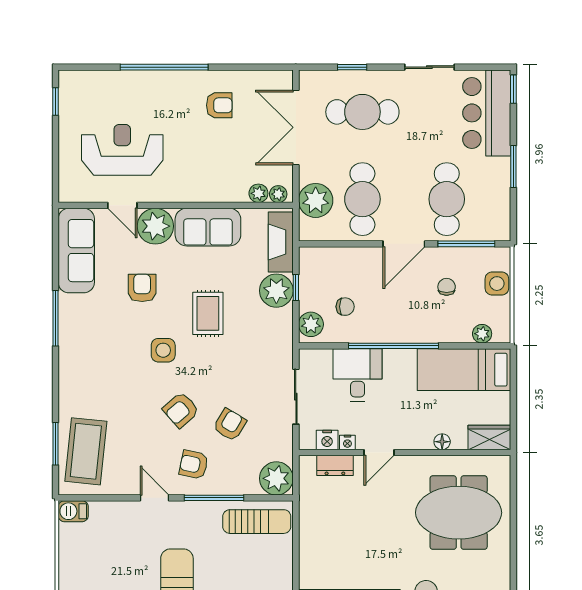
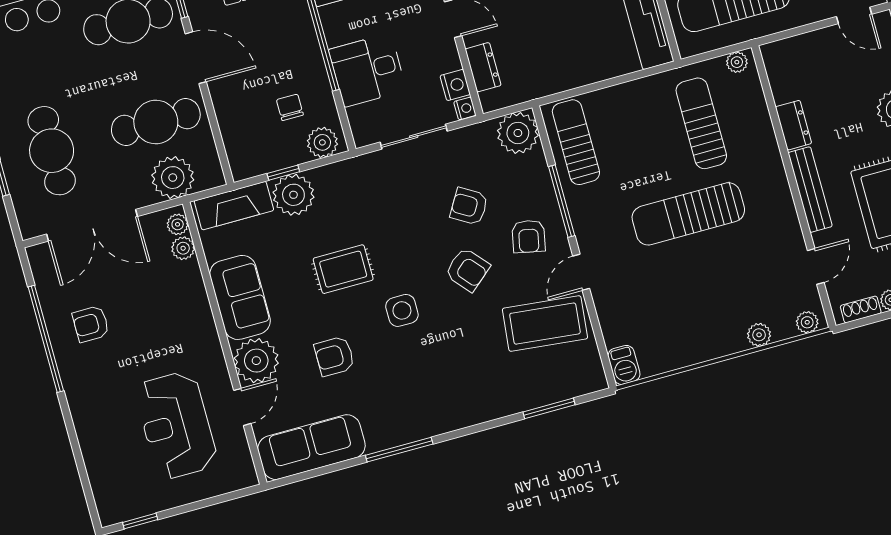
window: (164, 67) -> (46, 339), moved
armchair: (219, 105) -> (91, 324), turned -90
nightstand: (347, 442) -> (465, 108), moved
coffee table: (86, 451) -> (545, 324), moved

